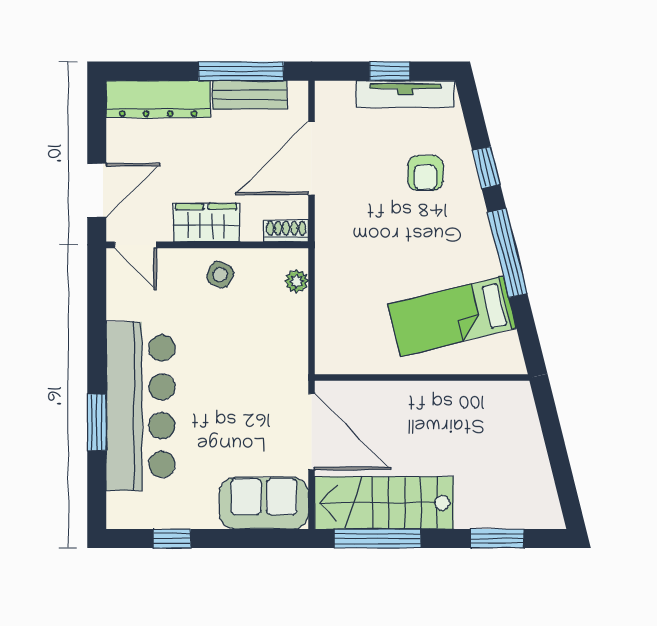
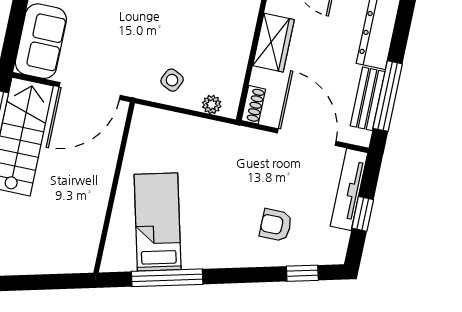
tv unit: (405, 94) -> (349, 189), moved
window: (486, 167) -> (302, 273), moved
window: (507, 253) -> (167, 278), moved
side table: (220, 275) -> (172, 80), moved

